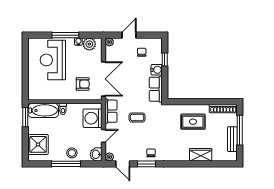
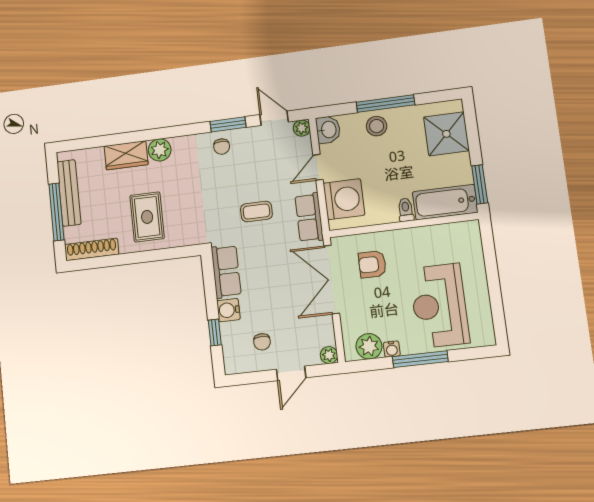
reception desk: (53, 60) -> (439, 306), turned 180
rug: (193, 122) -> (147, 217), turned 90
bench: (232, 139) -> (69, 193), width x1.36
plant: (183, 155) -> (160, 150), added

